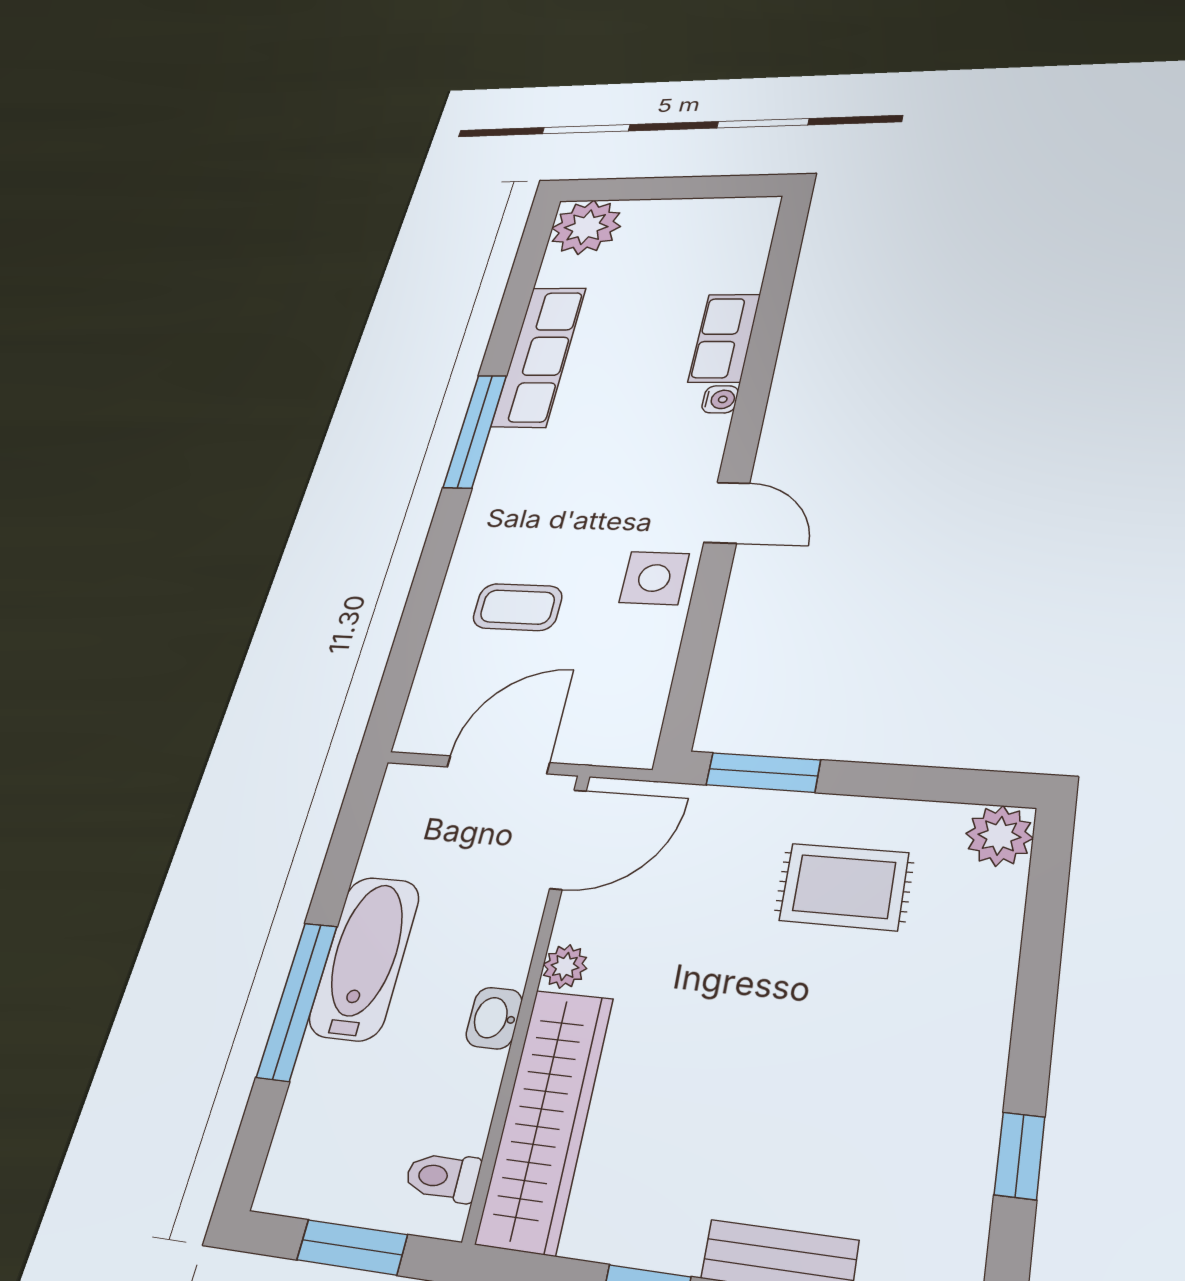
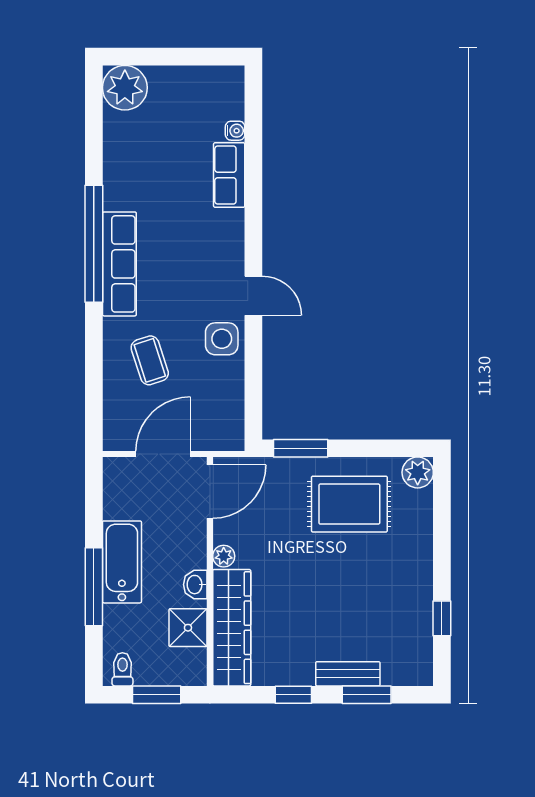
row of seats: (539, 356) -> (119, 264), moved
water cooler: (720, 399) -> (235, 131), moved
window: (475, 431) -> (94, 244), width x1.46
coffee table: (518, 607) -> (150, 360), turned 72
rug: (844, 886) -> (349, 504), width x1.36, depth x1.43
shower: (456, 1107) -> (188, 628), added
toilet: (443, 1177) -> (122, 669), moved, turned 90

